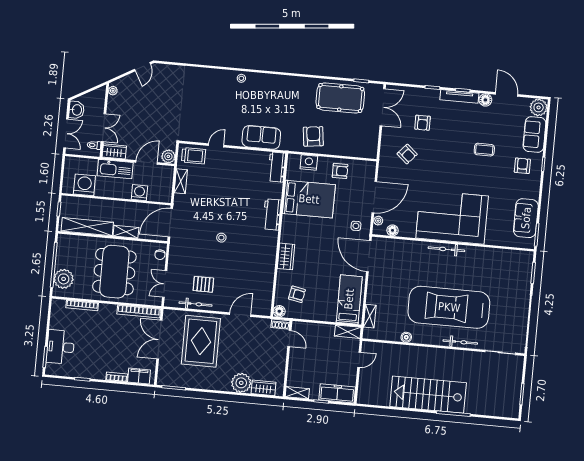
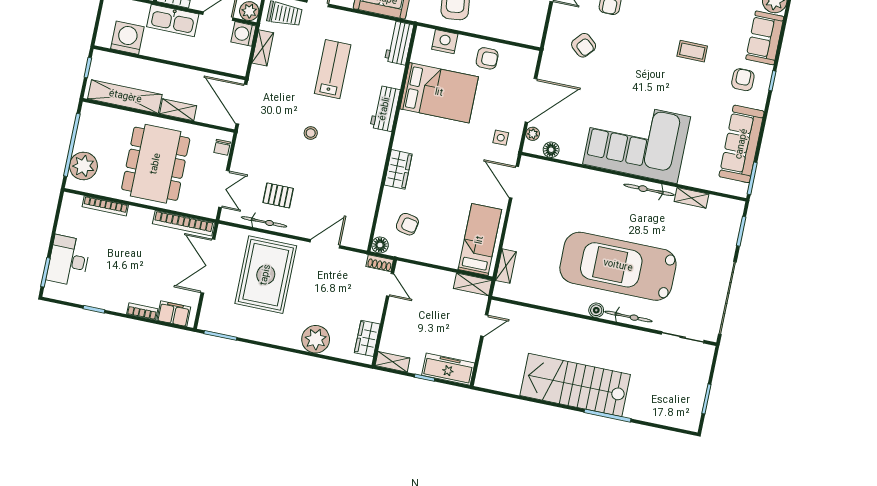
lab bench: (232, 191) -> (333, 69), added
washing machine: (139, 193) -> (243, 34), moved, turned -90
sofa: (526, 218) -> (742, 144), width x1.36
door: (170, 223) -> (241, 104), hinge flipped
bicycle: (446, 249) -> (649, 190), moved
shelving: (495, 253) -> (692, 198), added
door: (369, 256) -> (514, 182), width x0.73
double door: (165, 284) -> (224, 189), swing flipped
boiler: (406, 337) -> (596, 310), moved
wardrobe: (264, 388) -> (367, 338), moved, turned -90

